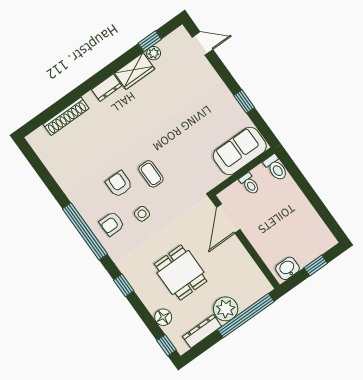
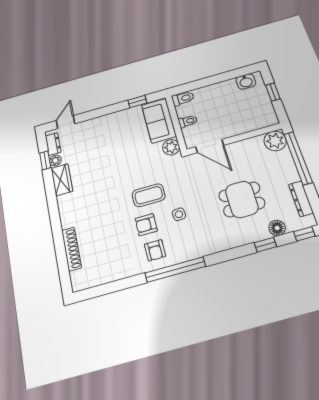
dresser: (107, 88) -> (53, 144), moved
window: (244, 102) -> (137, 102), moved
coffee table: (151, 174) -> (149, 195), width x1.36, depth x1.30
plant: (213, 177) -> (171, 147), added
armchair: (112, 224) -> (155, 250), moved
washbasin: (287, 268) -> (246, 81), moved, turned -90
window: (124, 285) -> (265, 245), moved
plant: (226, 309) -> (275, 141), moved

